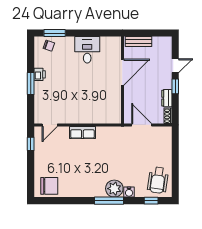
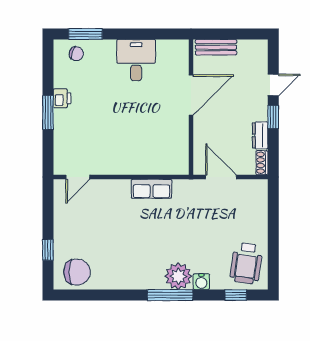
row of seats: (82, 132) -> (151, 189), moved
window: (31, 144) -> (48, 250), moved

